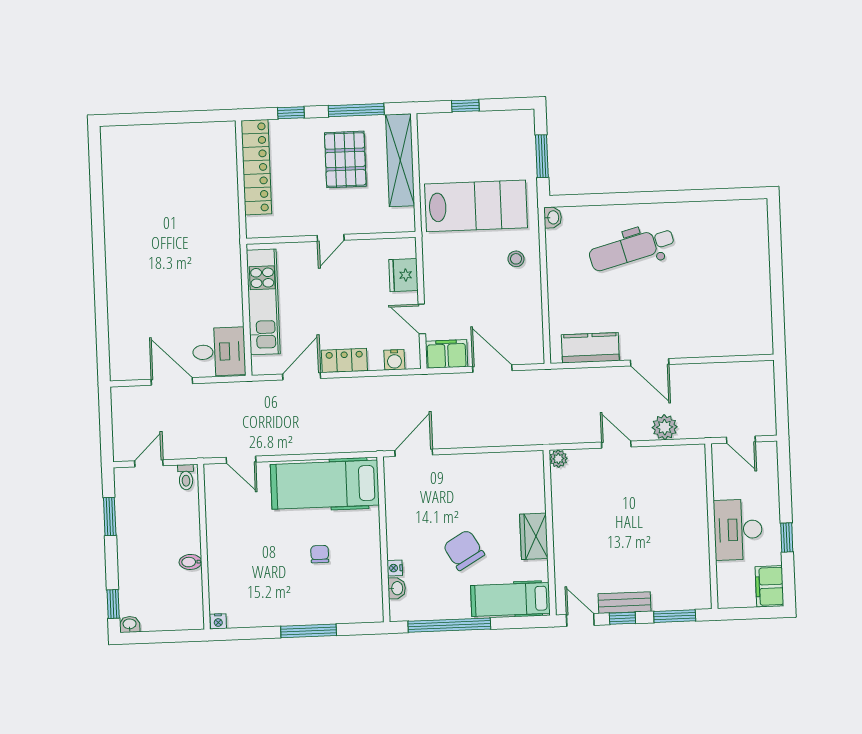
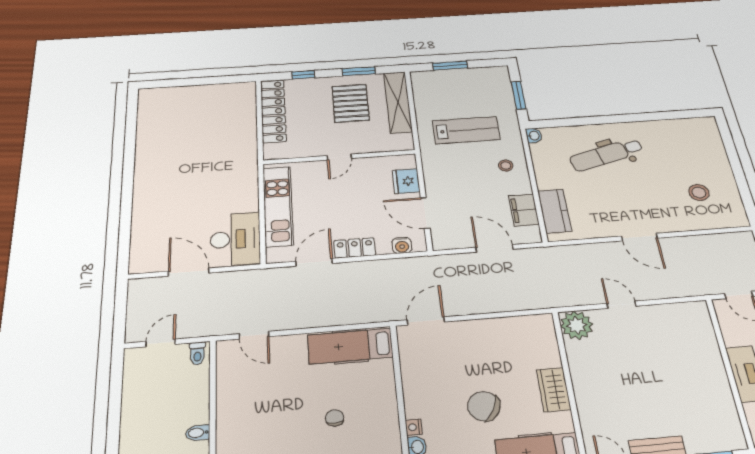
window: (465, 106) -> (450, 66), width x1.50
window: (356, 110) -> (359, 71), width x0.69
lab bench: (476, 206) -> (466, 130), width x0.73, depth x0.72
stool: (726, 307) -> (699, 192), added
door: (422, 319) -> (425, 213), width x1.38
kitchen counter: (590, 348) -> (555, 211), moved, turned 90
desk: (219, 352) -> (235, 239), width x1.37
filing cabinet: (447, 354) -> (524, 210), moved, turned -90
plant: (665, 427) -> (664, 288), removed
plant: (558, 459) -> (577, 325), width x1.88, depth x1.88
hospital bed: (325, 485) -> (350, 346), width x0.73, depth x0.77
window: (110, 516) -> (115, 394), removed
chair: (464, 550) -> (484, 406), turned -32

